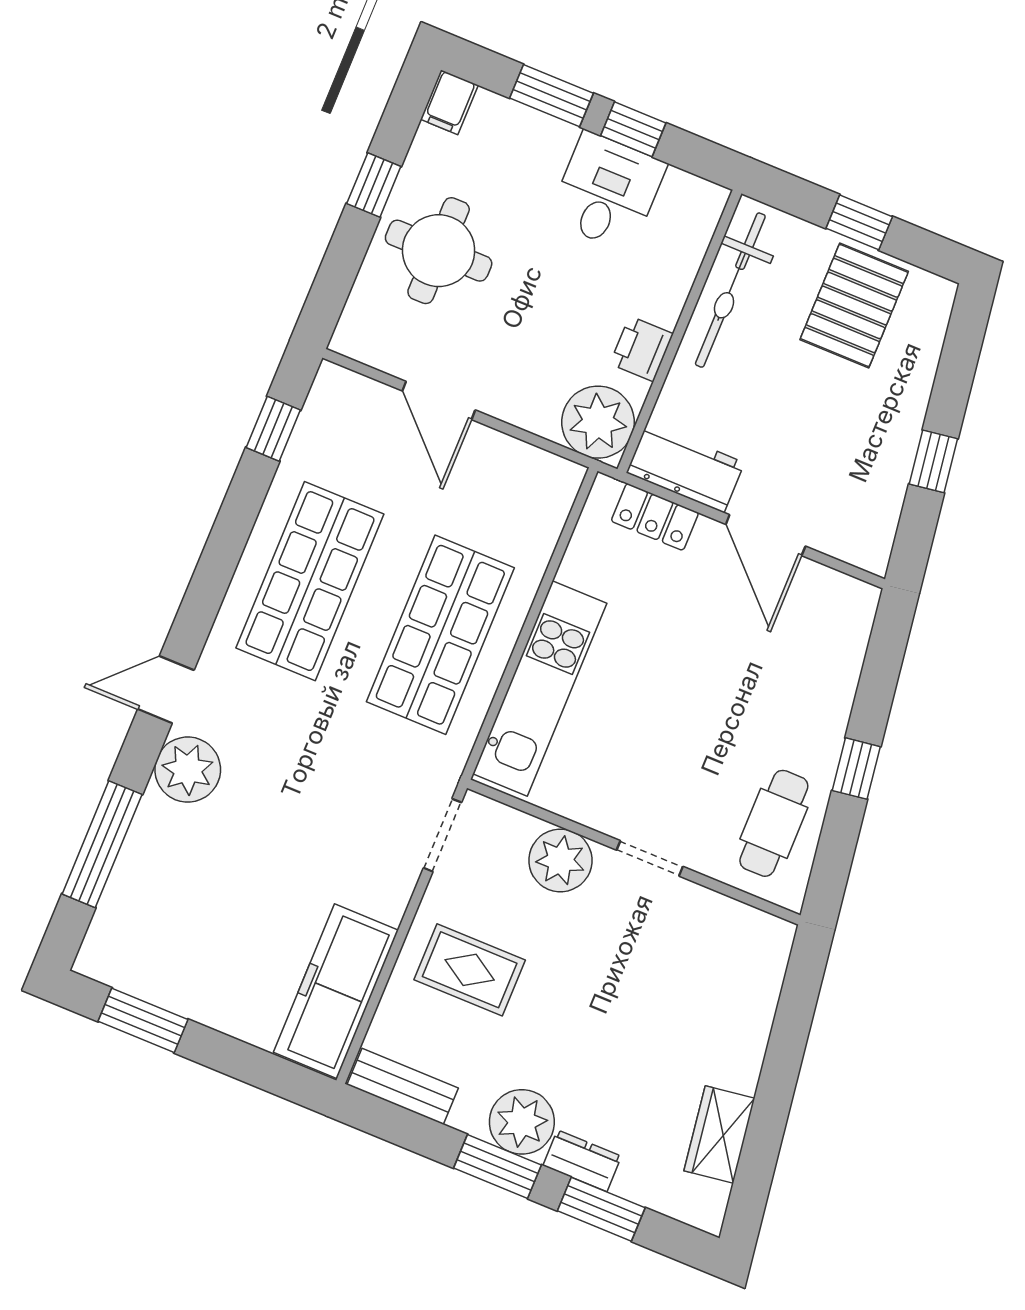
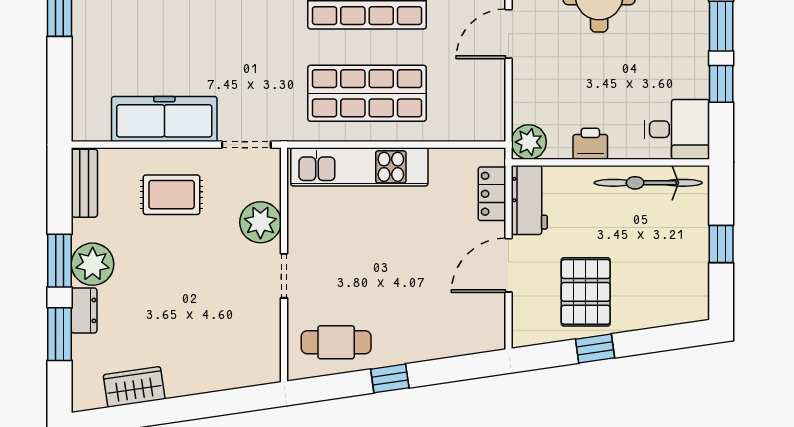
desk: (607, 192) -> (677, 129), moved
pallet: (854, 306) -> (586, 292), moved, turned 90
plant: (598, 422) -> (529, 142), width x0.73, depth x0.73
rug: (470, 970) -> (172, 195), turned 90
freezer: (336, 991) -> (164, 119), moved

